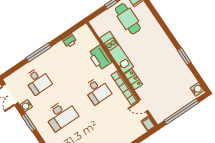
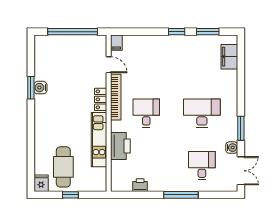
water cooler: (197, 89) -> (40, 88), moved

